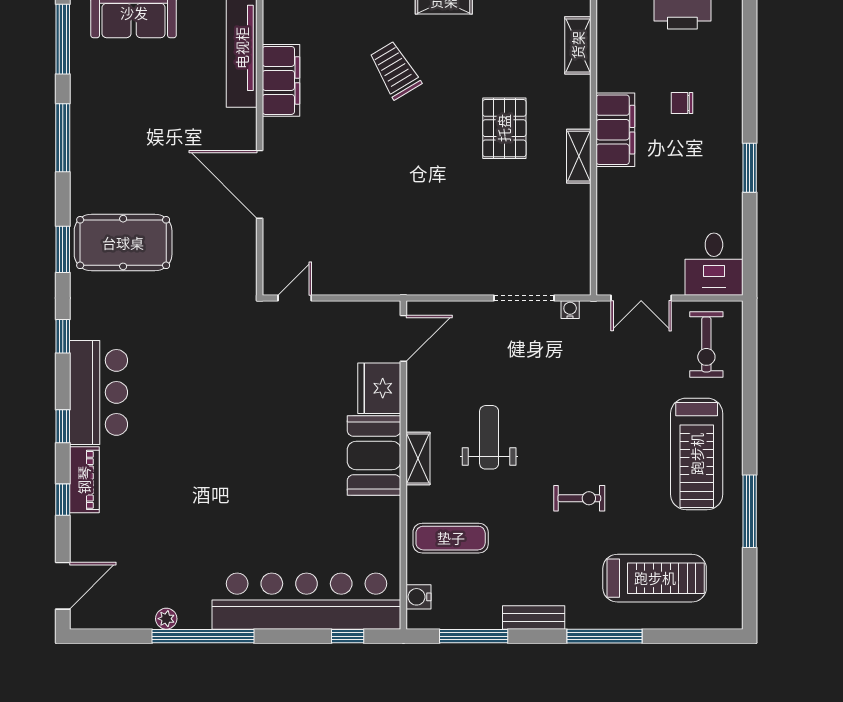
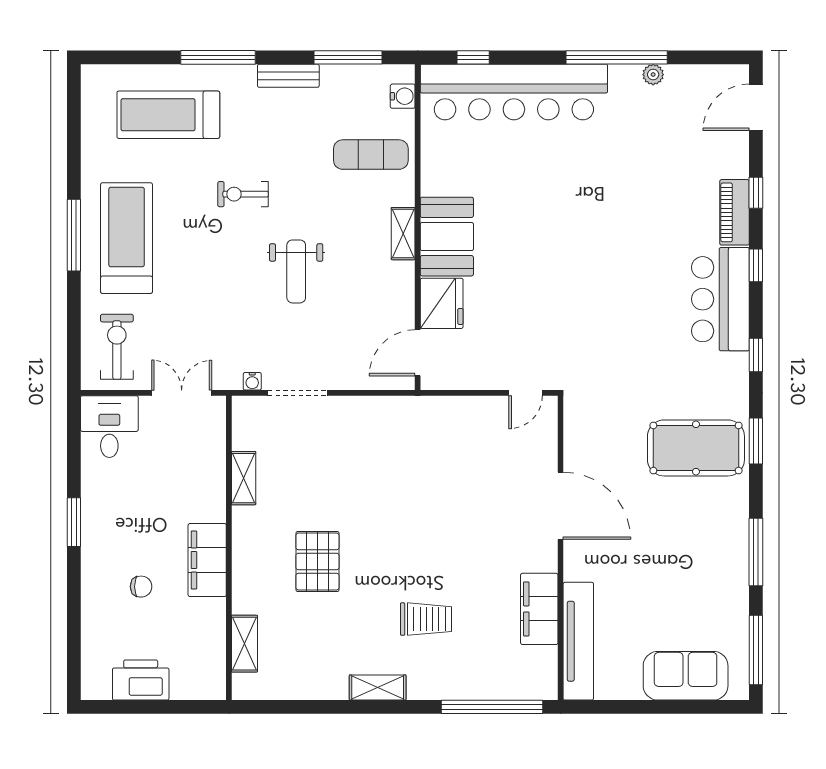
trolley: (395, 70) -> (426, 619), turned -59
shelving: (579, 156) -> (244, 478), moved
weight bench: (489, 437) -> (296, 271), moved
window: (750, 511) -> (74, 235), moved

